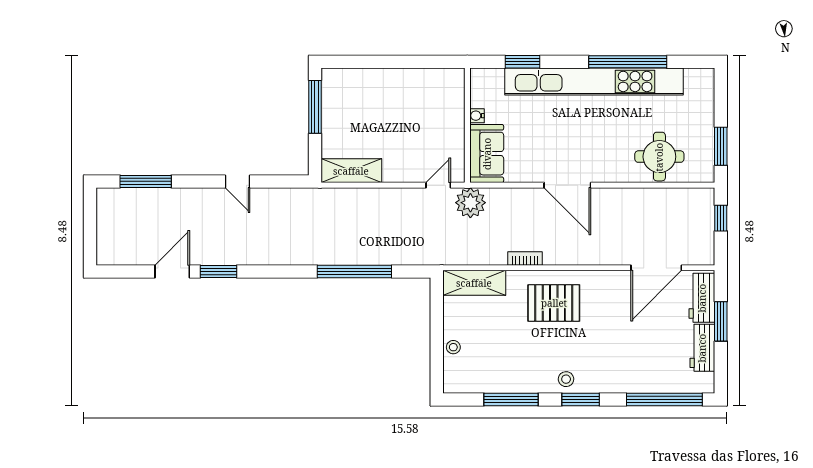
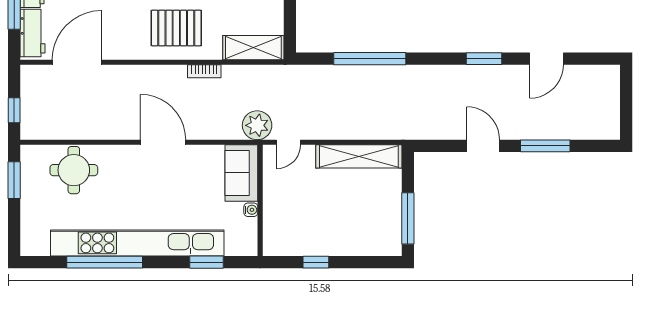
window: (410, 62) -> (316, 262), added
shelving: (351, 171) -> (359, 156), width x1.47
window: (146, 181) -> (545, 146), moved
door: (238, 181) -> (483, 146), width x1.38
window: (218, 271) -> (484, 59), moved

